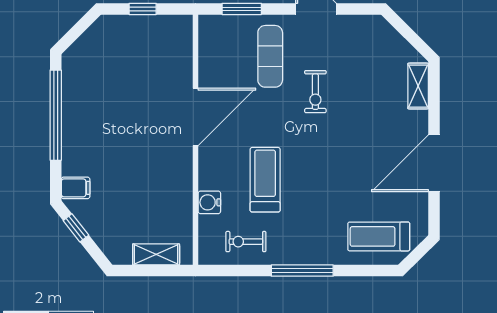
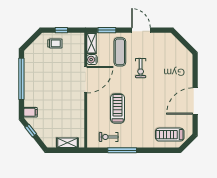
trolley: (129, 38) -> (55, 43), added
shelving: (418, 86) -> (92, 43), moved
water cooler: (209, 202) -> (92, 60), moved
window: (302, 271) -> (122, 150), moved

